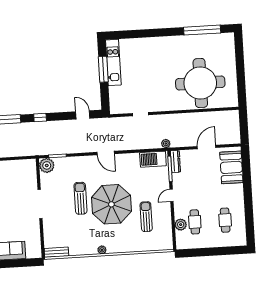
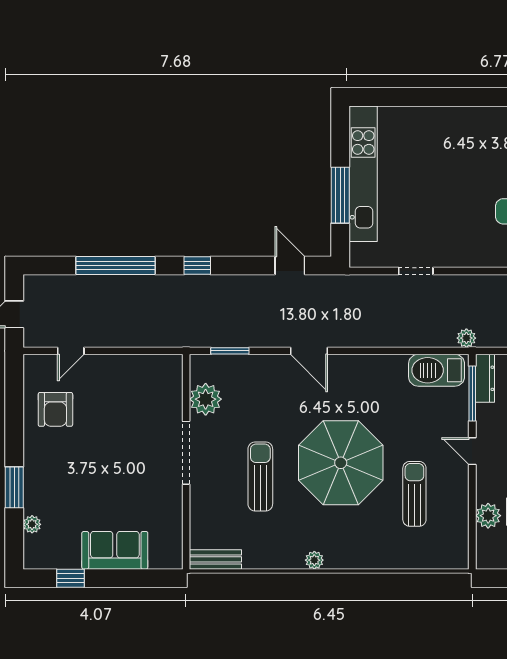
kitchen unit: (113, 62) -> (363, 174), width x1.36
window: (103, 69) -> (340, 195), moved
door: (106, 153) -> (309, 351), moved
plant: (47, 165) -> (206, 399), moved
door: (172, 195) -> (472, 451), hinge flipped
sun lounger: (80, 198) -> (260, 476), moved

